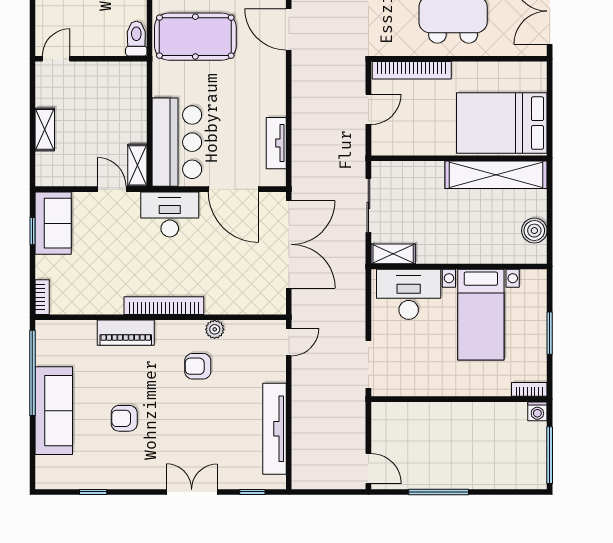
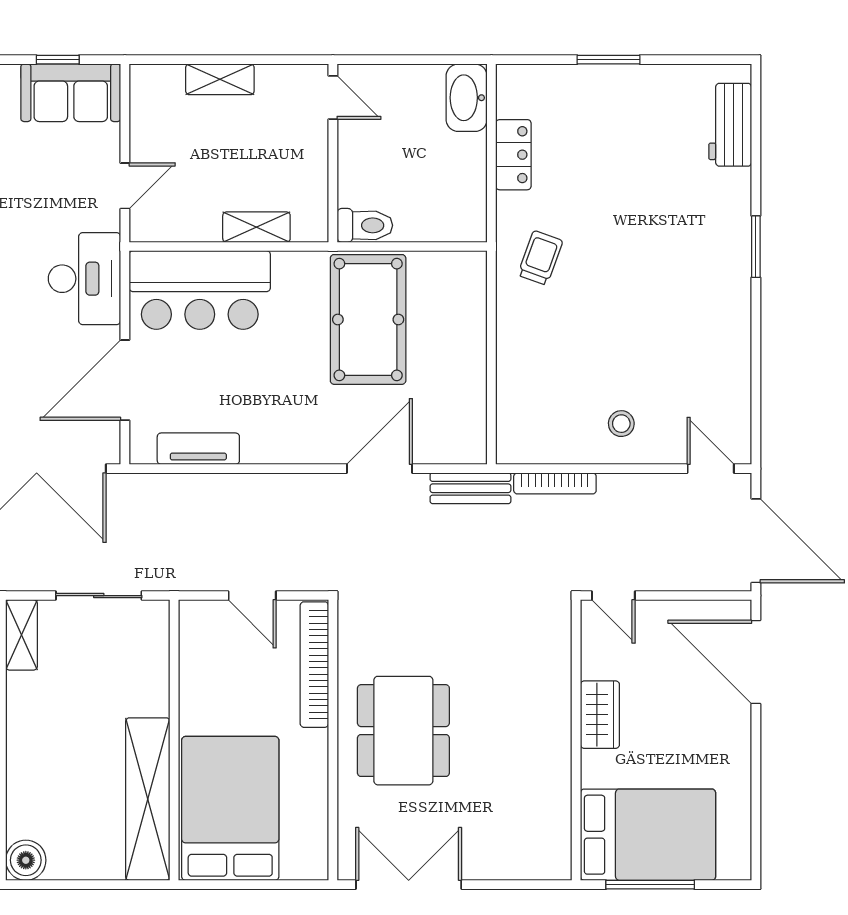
shelving: (137, 165) -> (256, 227), moved
boiler: (534, 231) -> (26, 860), moved

